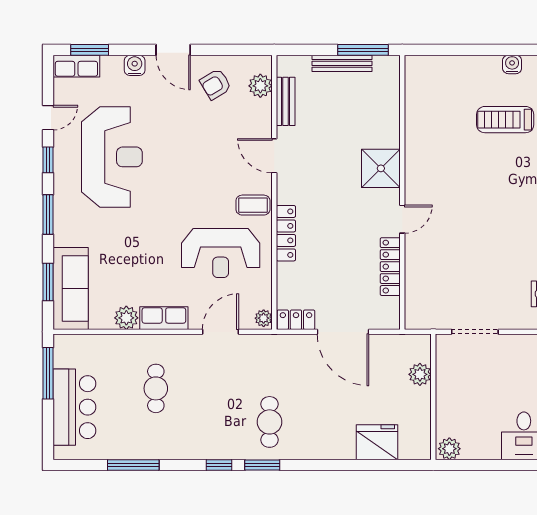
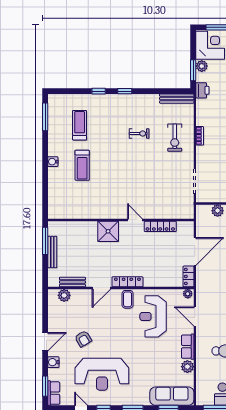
armchair: (216, 84) -> (83, 339), moved
reception desk: (112, 157) -> (102, 374), turned 180
locker: (286, 233) -> (127, 282), moved
reception desk: (221, 253) -> (153, 316), turned 180

